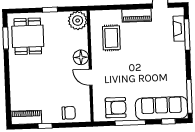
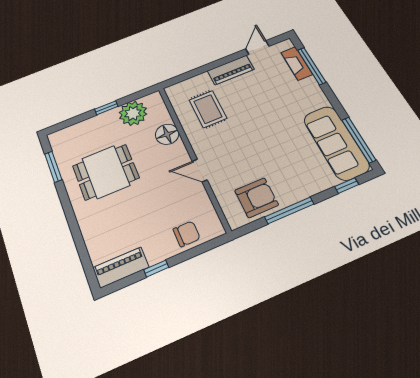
plant: (78, 21) -> (133, 113), moved
dining table: (28, 36) -> (106, 172), moved, turned 90
floor lamp: (81, 57) -> (167, 134), moved
sofa: (161, 108) -> (336, 143), moved, turned -90

